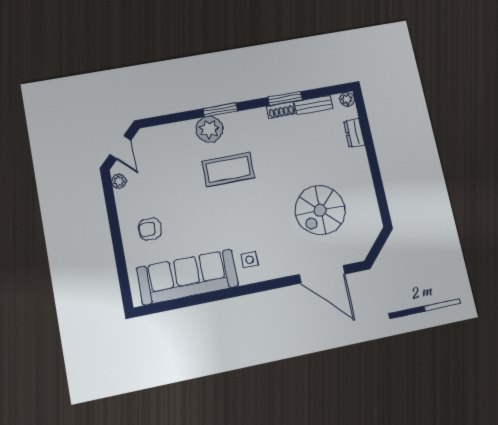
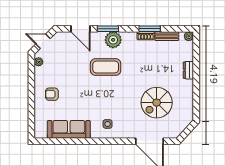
door: (177, 117) -> (81, 29), added
plant: (209, 129) -> (113, 40), moved
dresser: (354, 133) -> (188, 70), moved
door: (120, 147) -> (43, 41), swing flipped
sofa: (188, 277) -> (69, 129), width x0.74, depth x0.79

